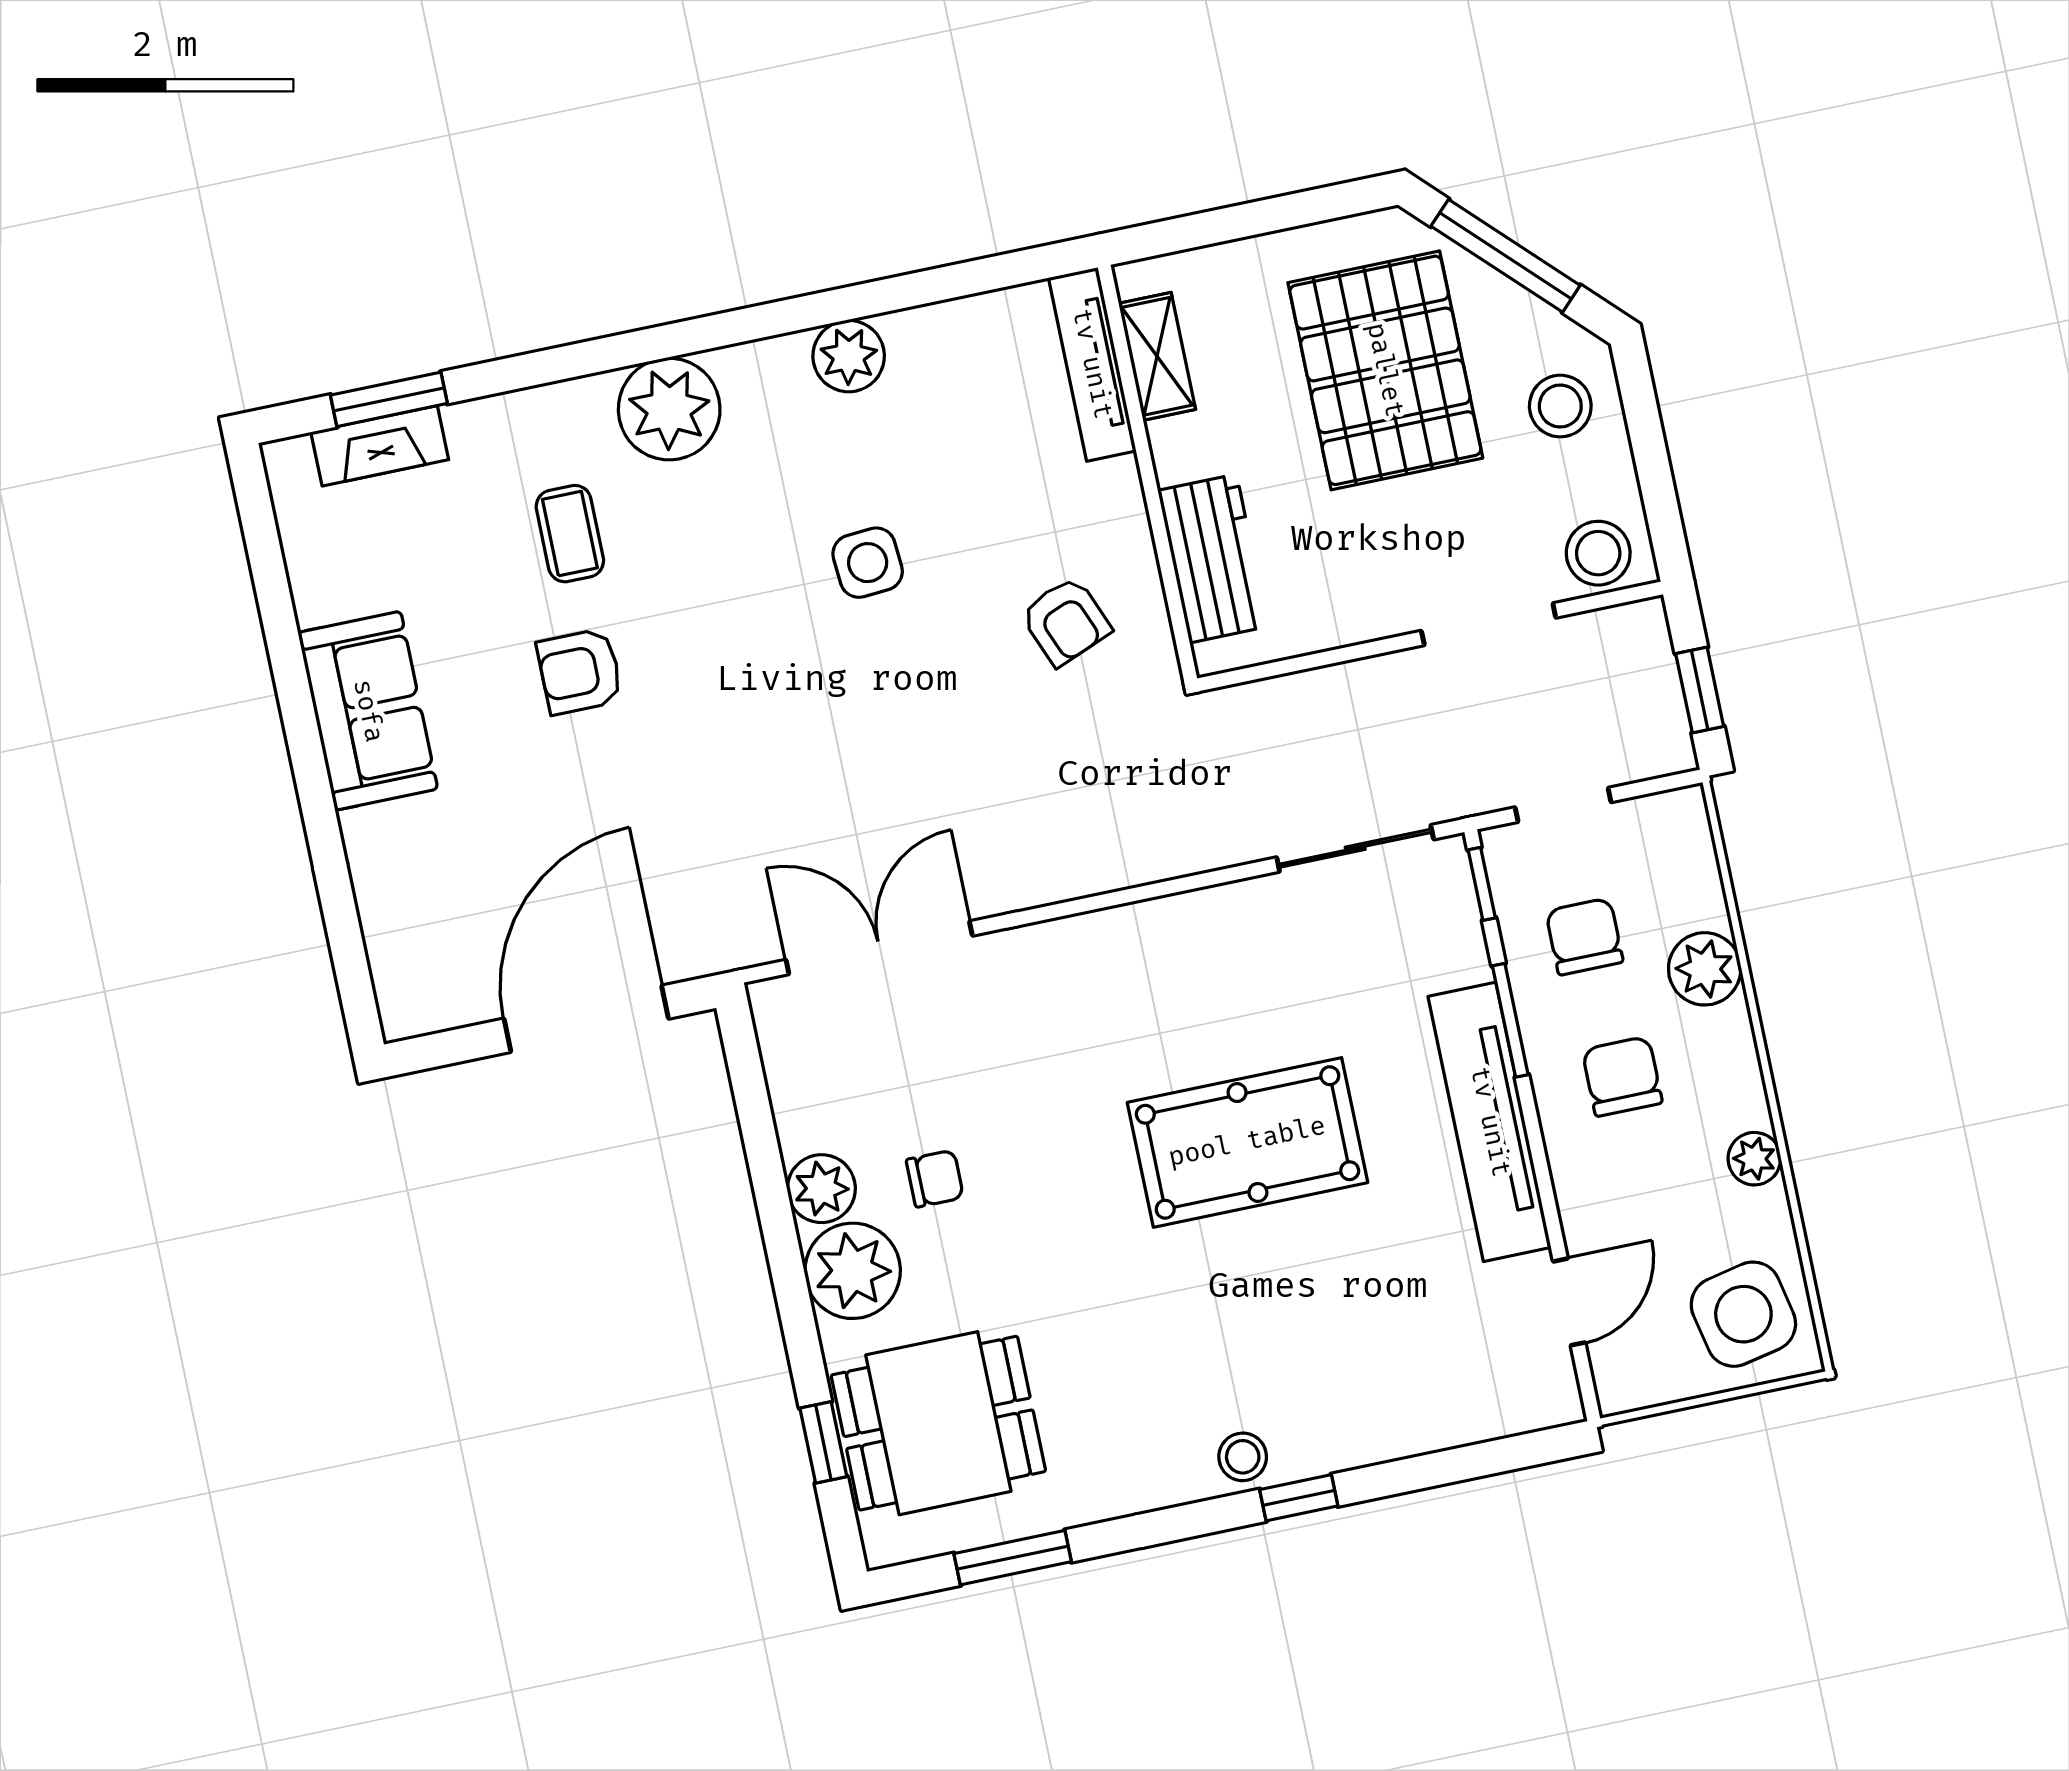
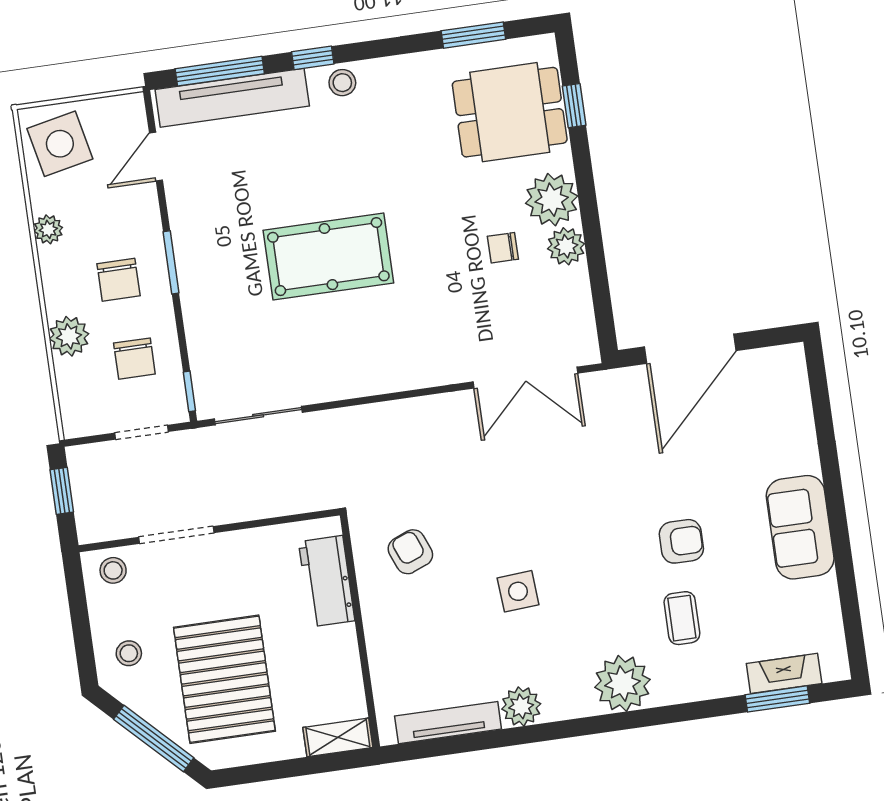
shelving: (1157, 356) -> (338, 737), moved, turned 90
tv unit: (1092, 364) -> (448, 723), moved, turned -90
stool: (1560, 406) -> (129, 653), width x0.73, depth x0.73
stool: (1598, 553) -> (113, 570), width x0.73, depth x0.73
window: (1510, 1020) -> (171, 262), moved
tv unit: (1490, 1122) -> (232, 98), moved, turned 90
window: (1464, 1463) -> (220, 71), added

